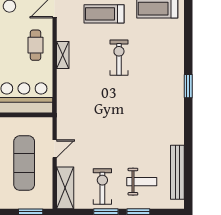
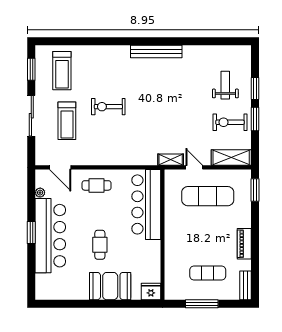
shelving: (63, 55) -> (171, 160), moved
window: (188, 86) -> (135, 41), removed
bench: (177, 172) -> (156, 52), moved

